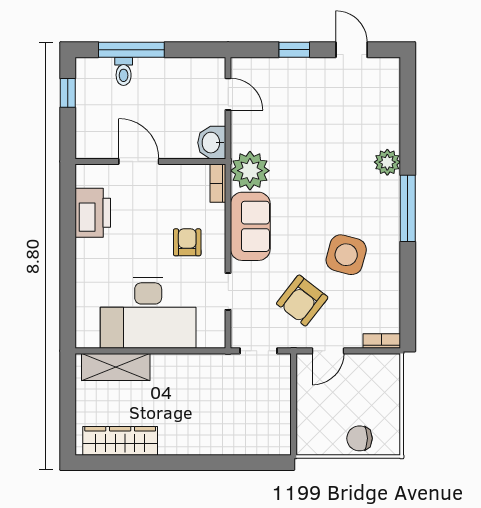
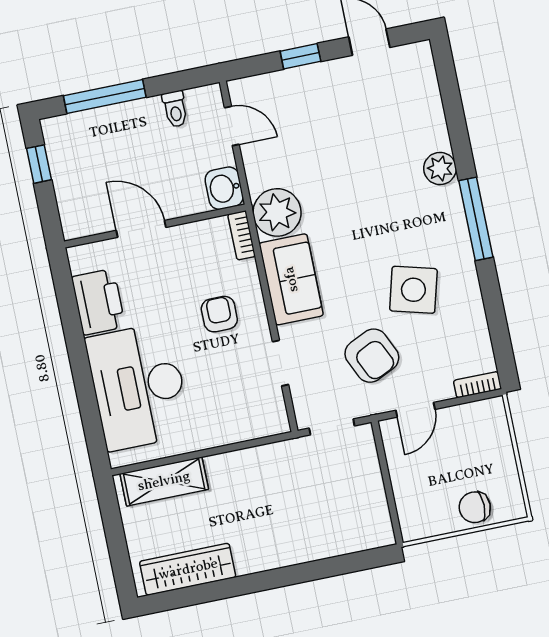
toilet: (124, 71) -> (175, 109), moved
armchair: (302, 300) -> (372, 356), turned -63
desk: (148, 313) -> (138, 387), moved, turned 90

